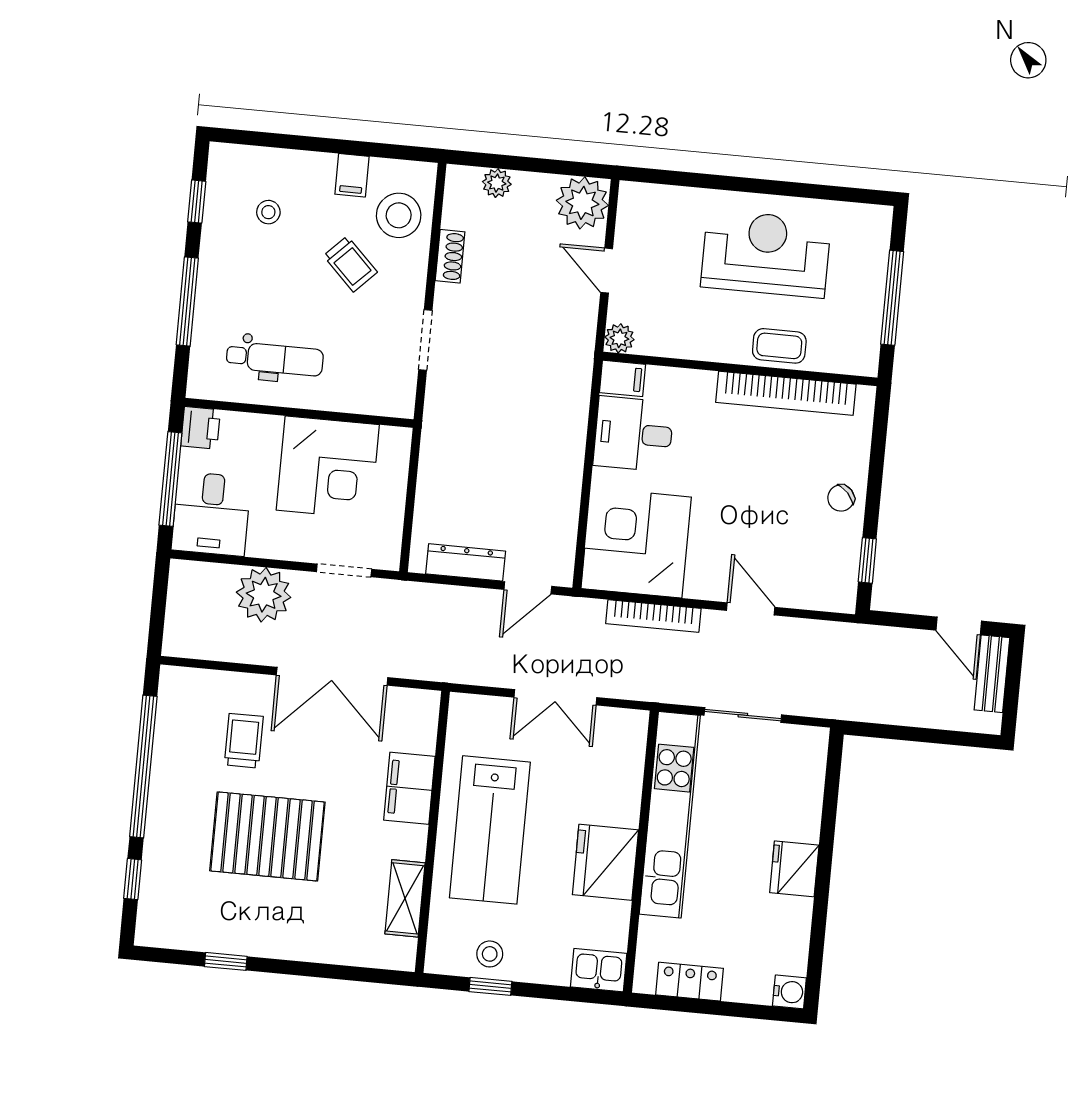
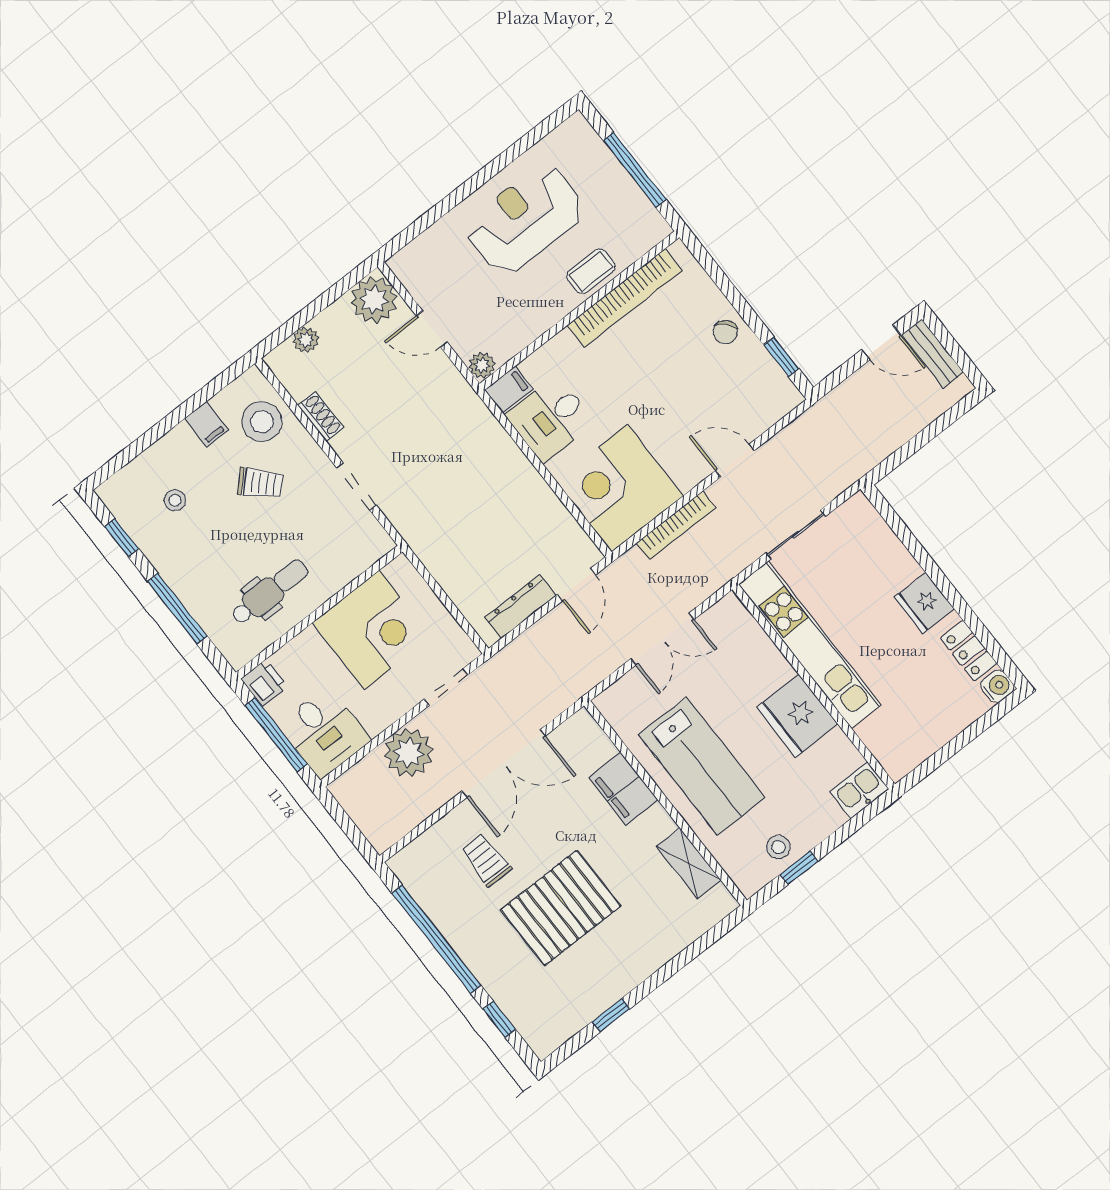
locker: (690, 982) -> (969, 651), moved, turned -90

